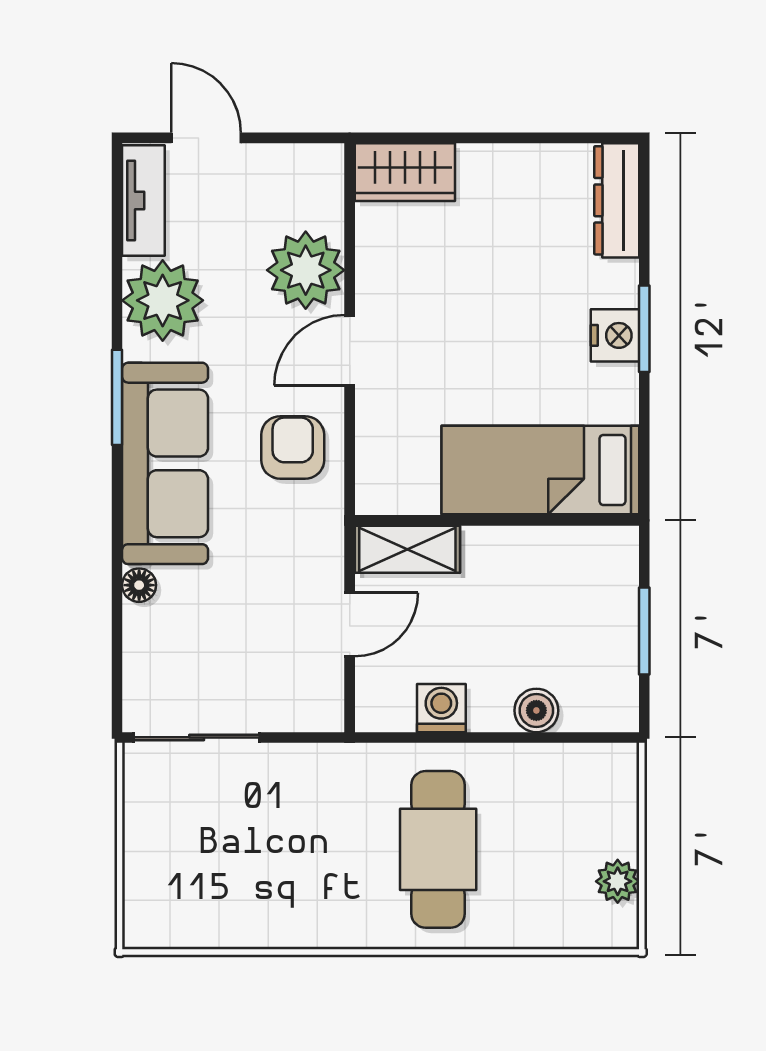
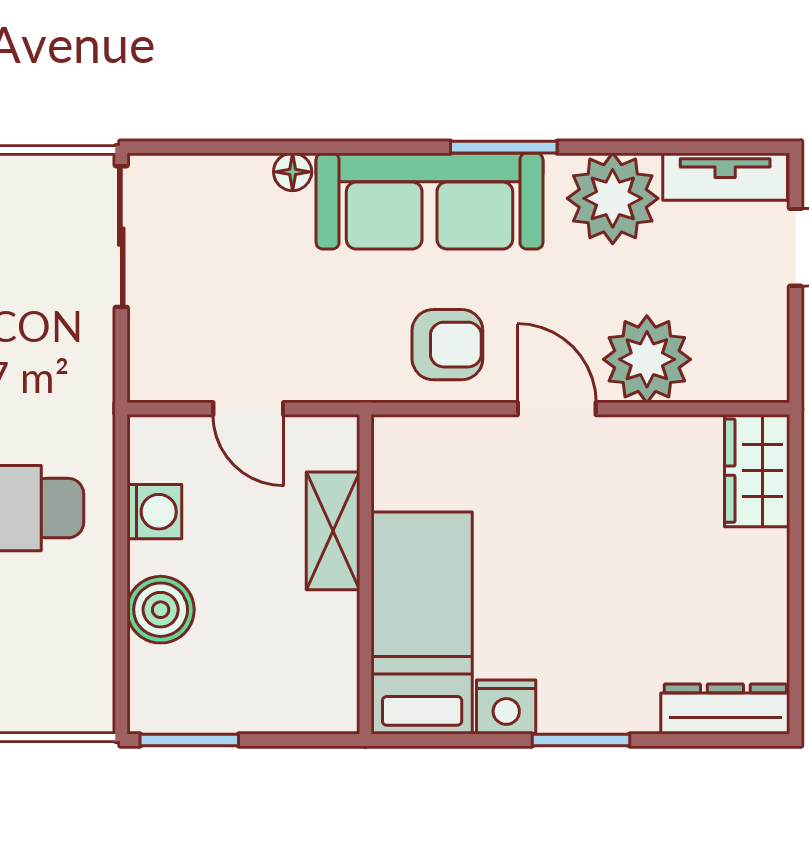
nightstand: (615, 335) -> (506, 707), moved
shelving: (407, 549) -> (333, 531), moved
window: (644, 631) -> (189, 740), moved
boiler: (536, 710) -> (161, 610), width x1.36, depth x1.36

